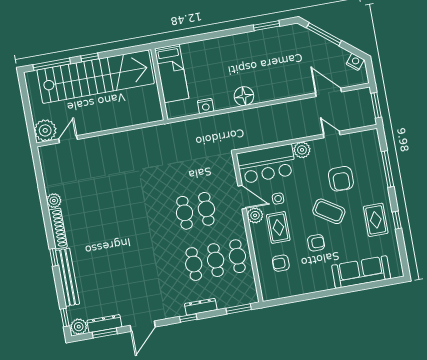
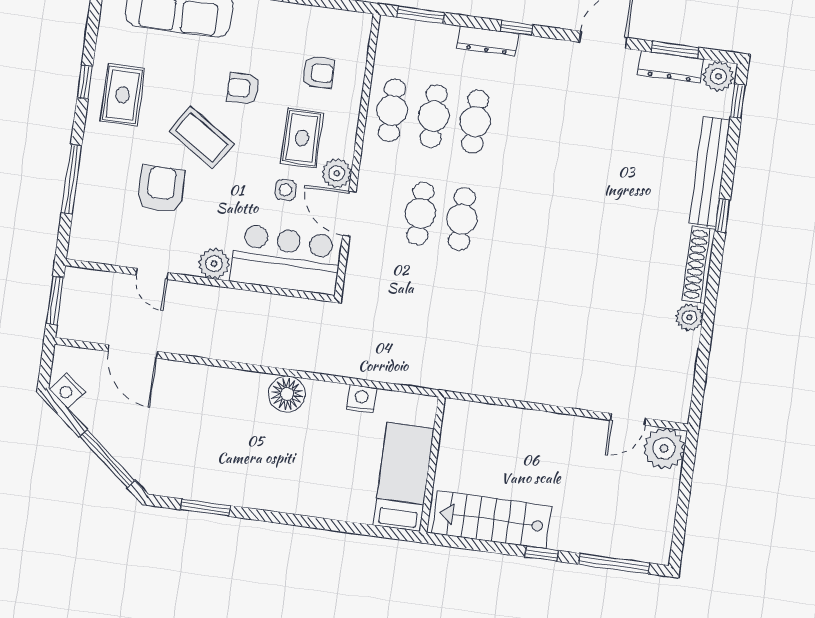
stairs: (96, 77) -> (492, 520), width x0.54, depth x0.66

